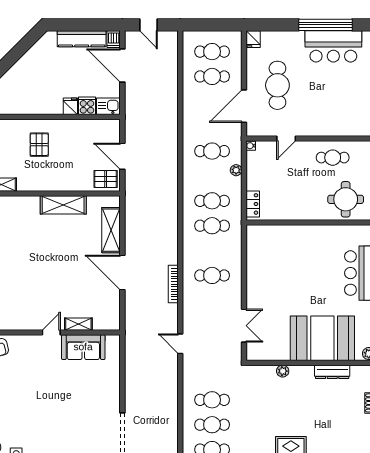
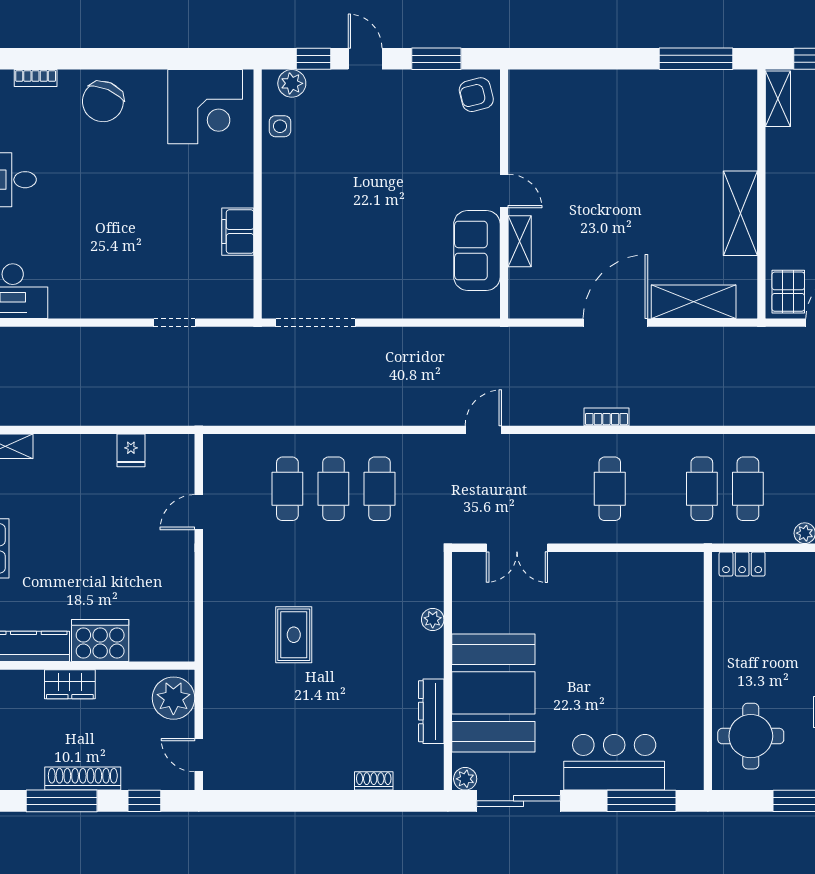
bookcase: (173, 284) -> (607, 417), width x0.64

